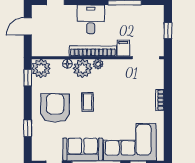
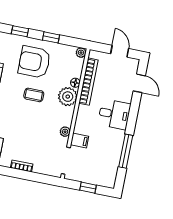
bookcase: (93, 51) -> (88, 82), moved
plant: (98, 64) -> (65, 132), moved
plant: (41, 68) -> (81, 53), width x0.53, depth x0.53
window: (28, 78) -> (51, 37), moved
armchair: (55, 108) -> (34, 62), turned 180

